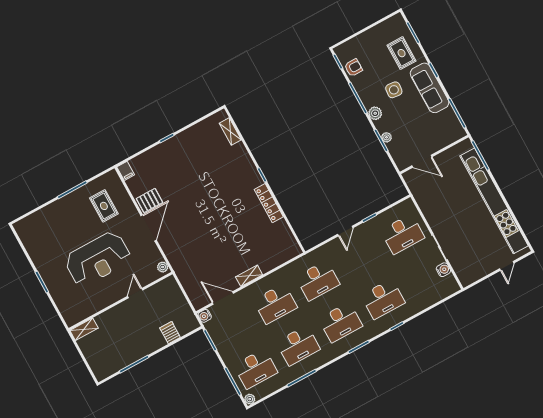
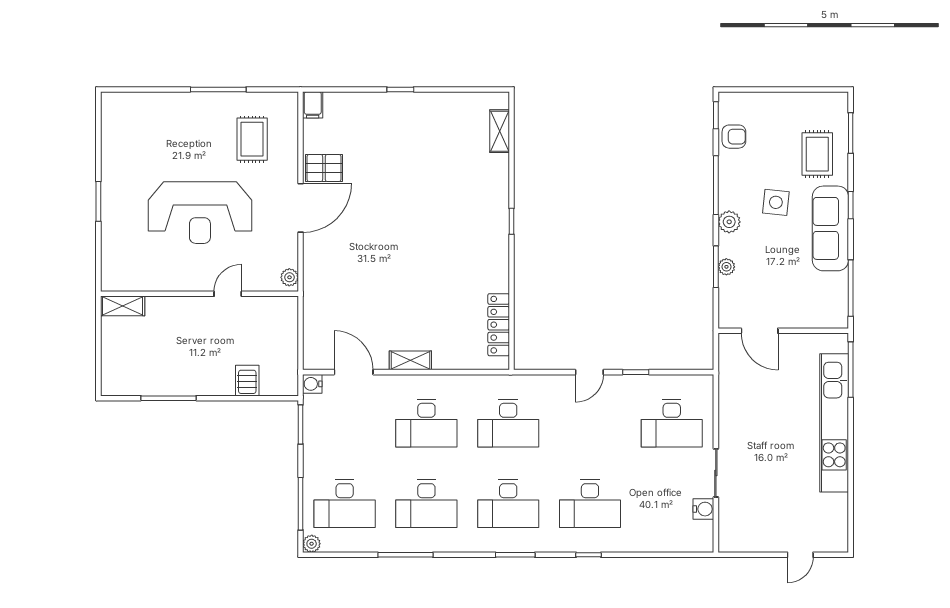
kitchen unit: (494, 201) -> (834, 423), width x0.73
locker: (269, 203) -> (499, 325), moved

